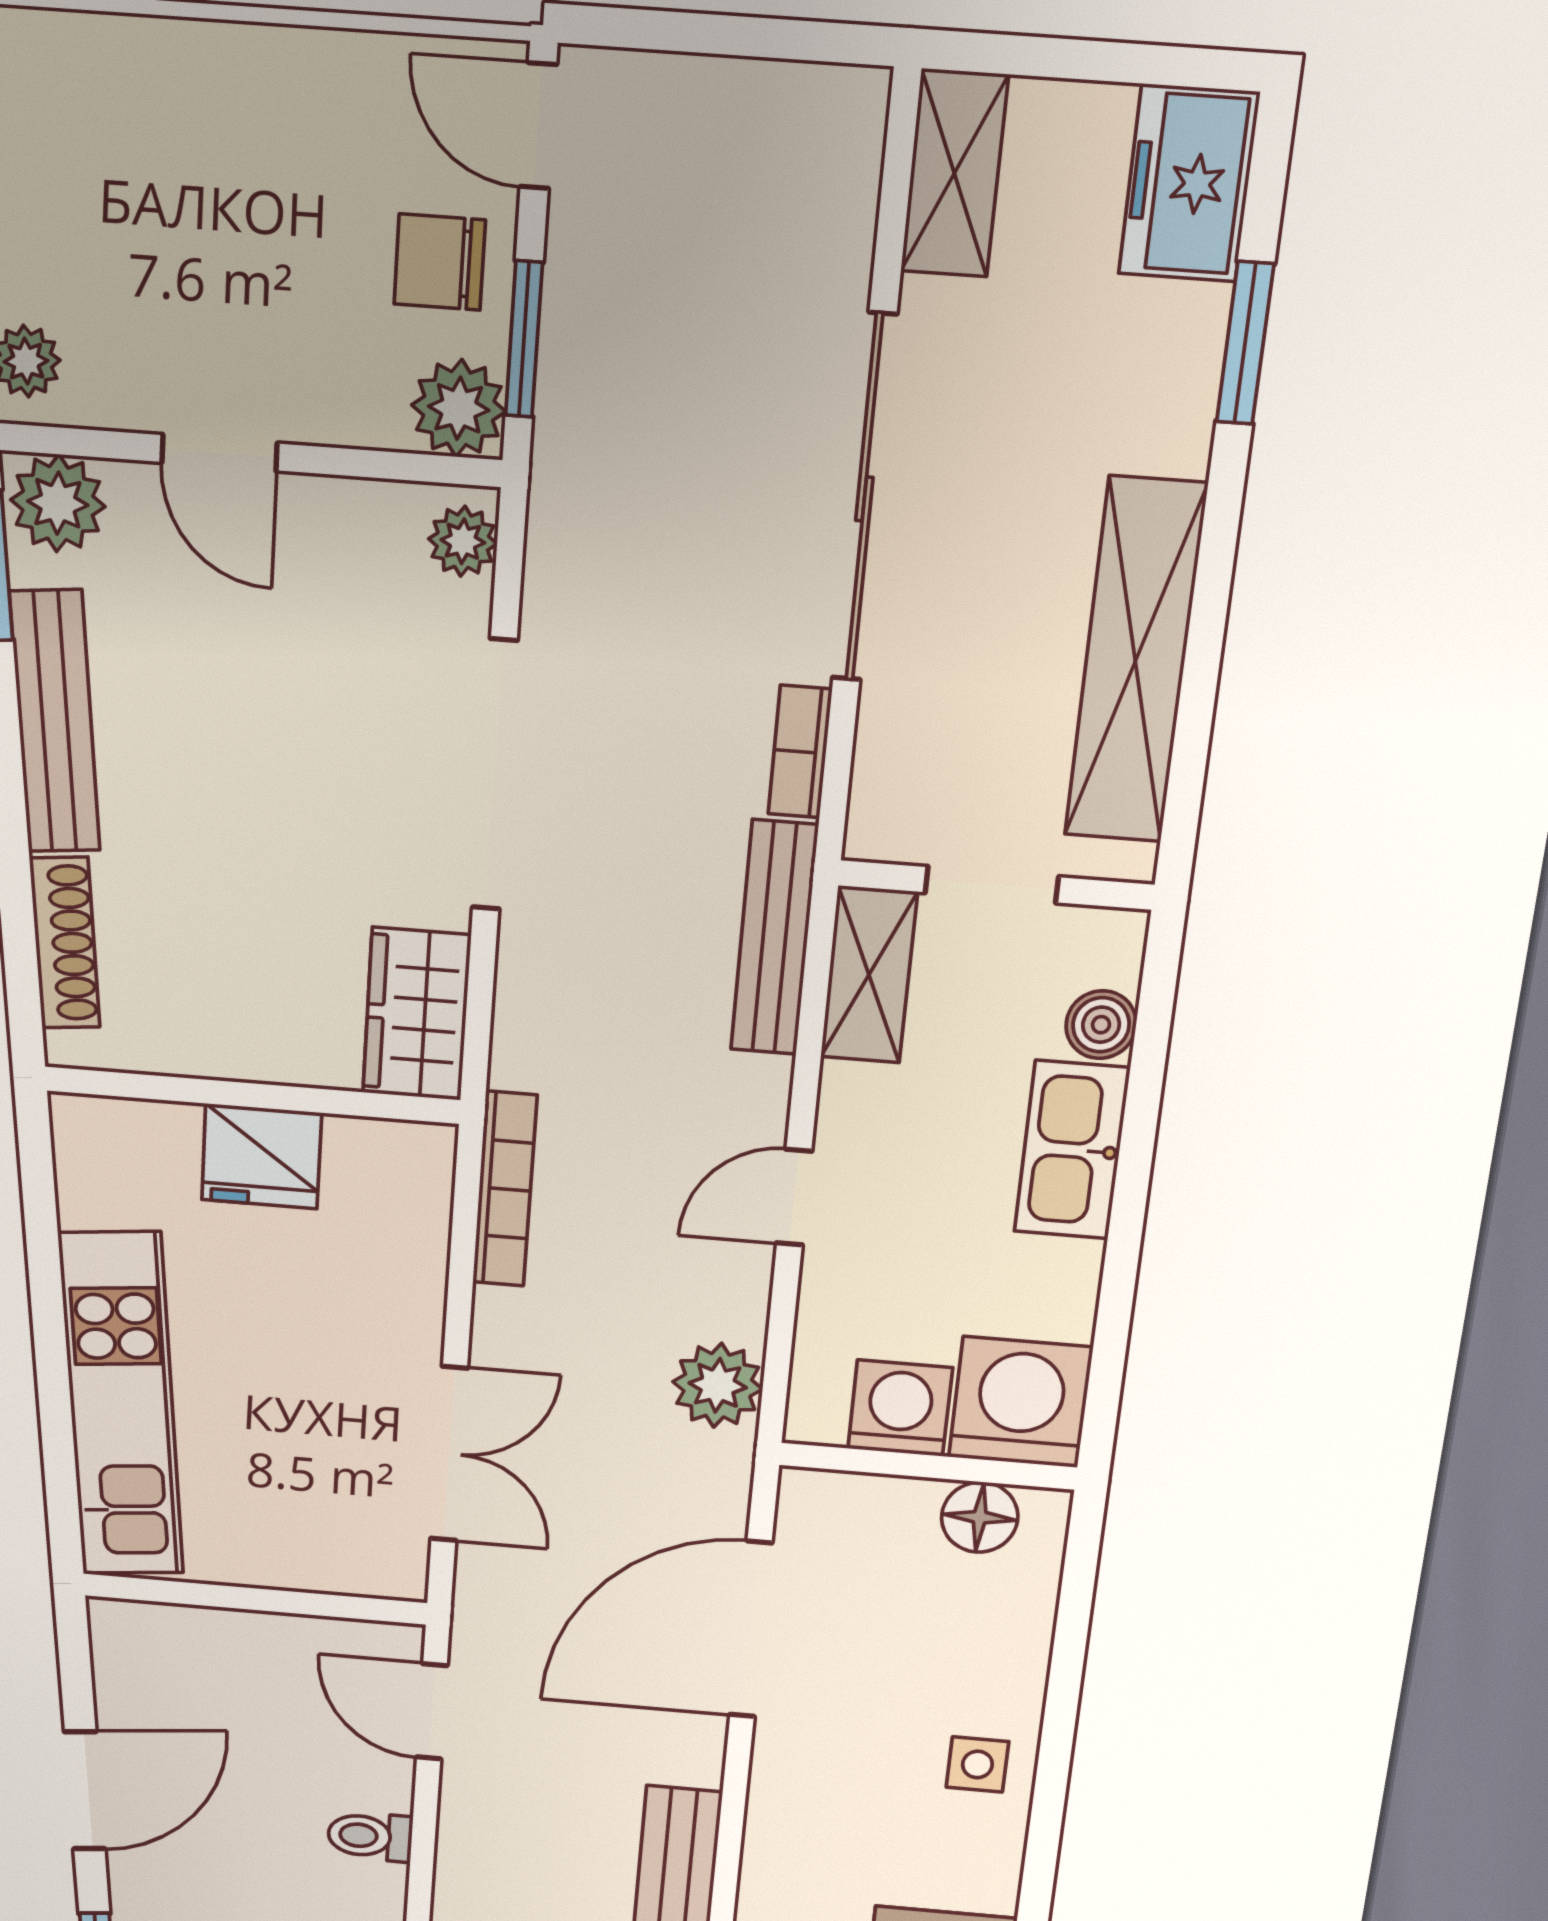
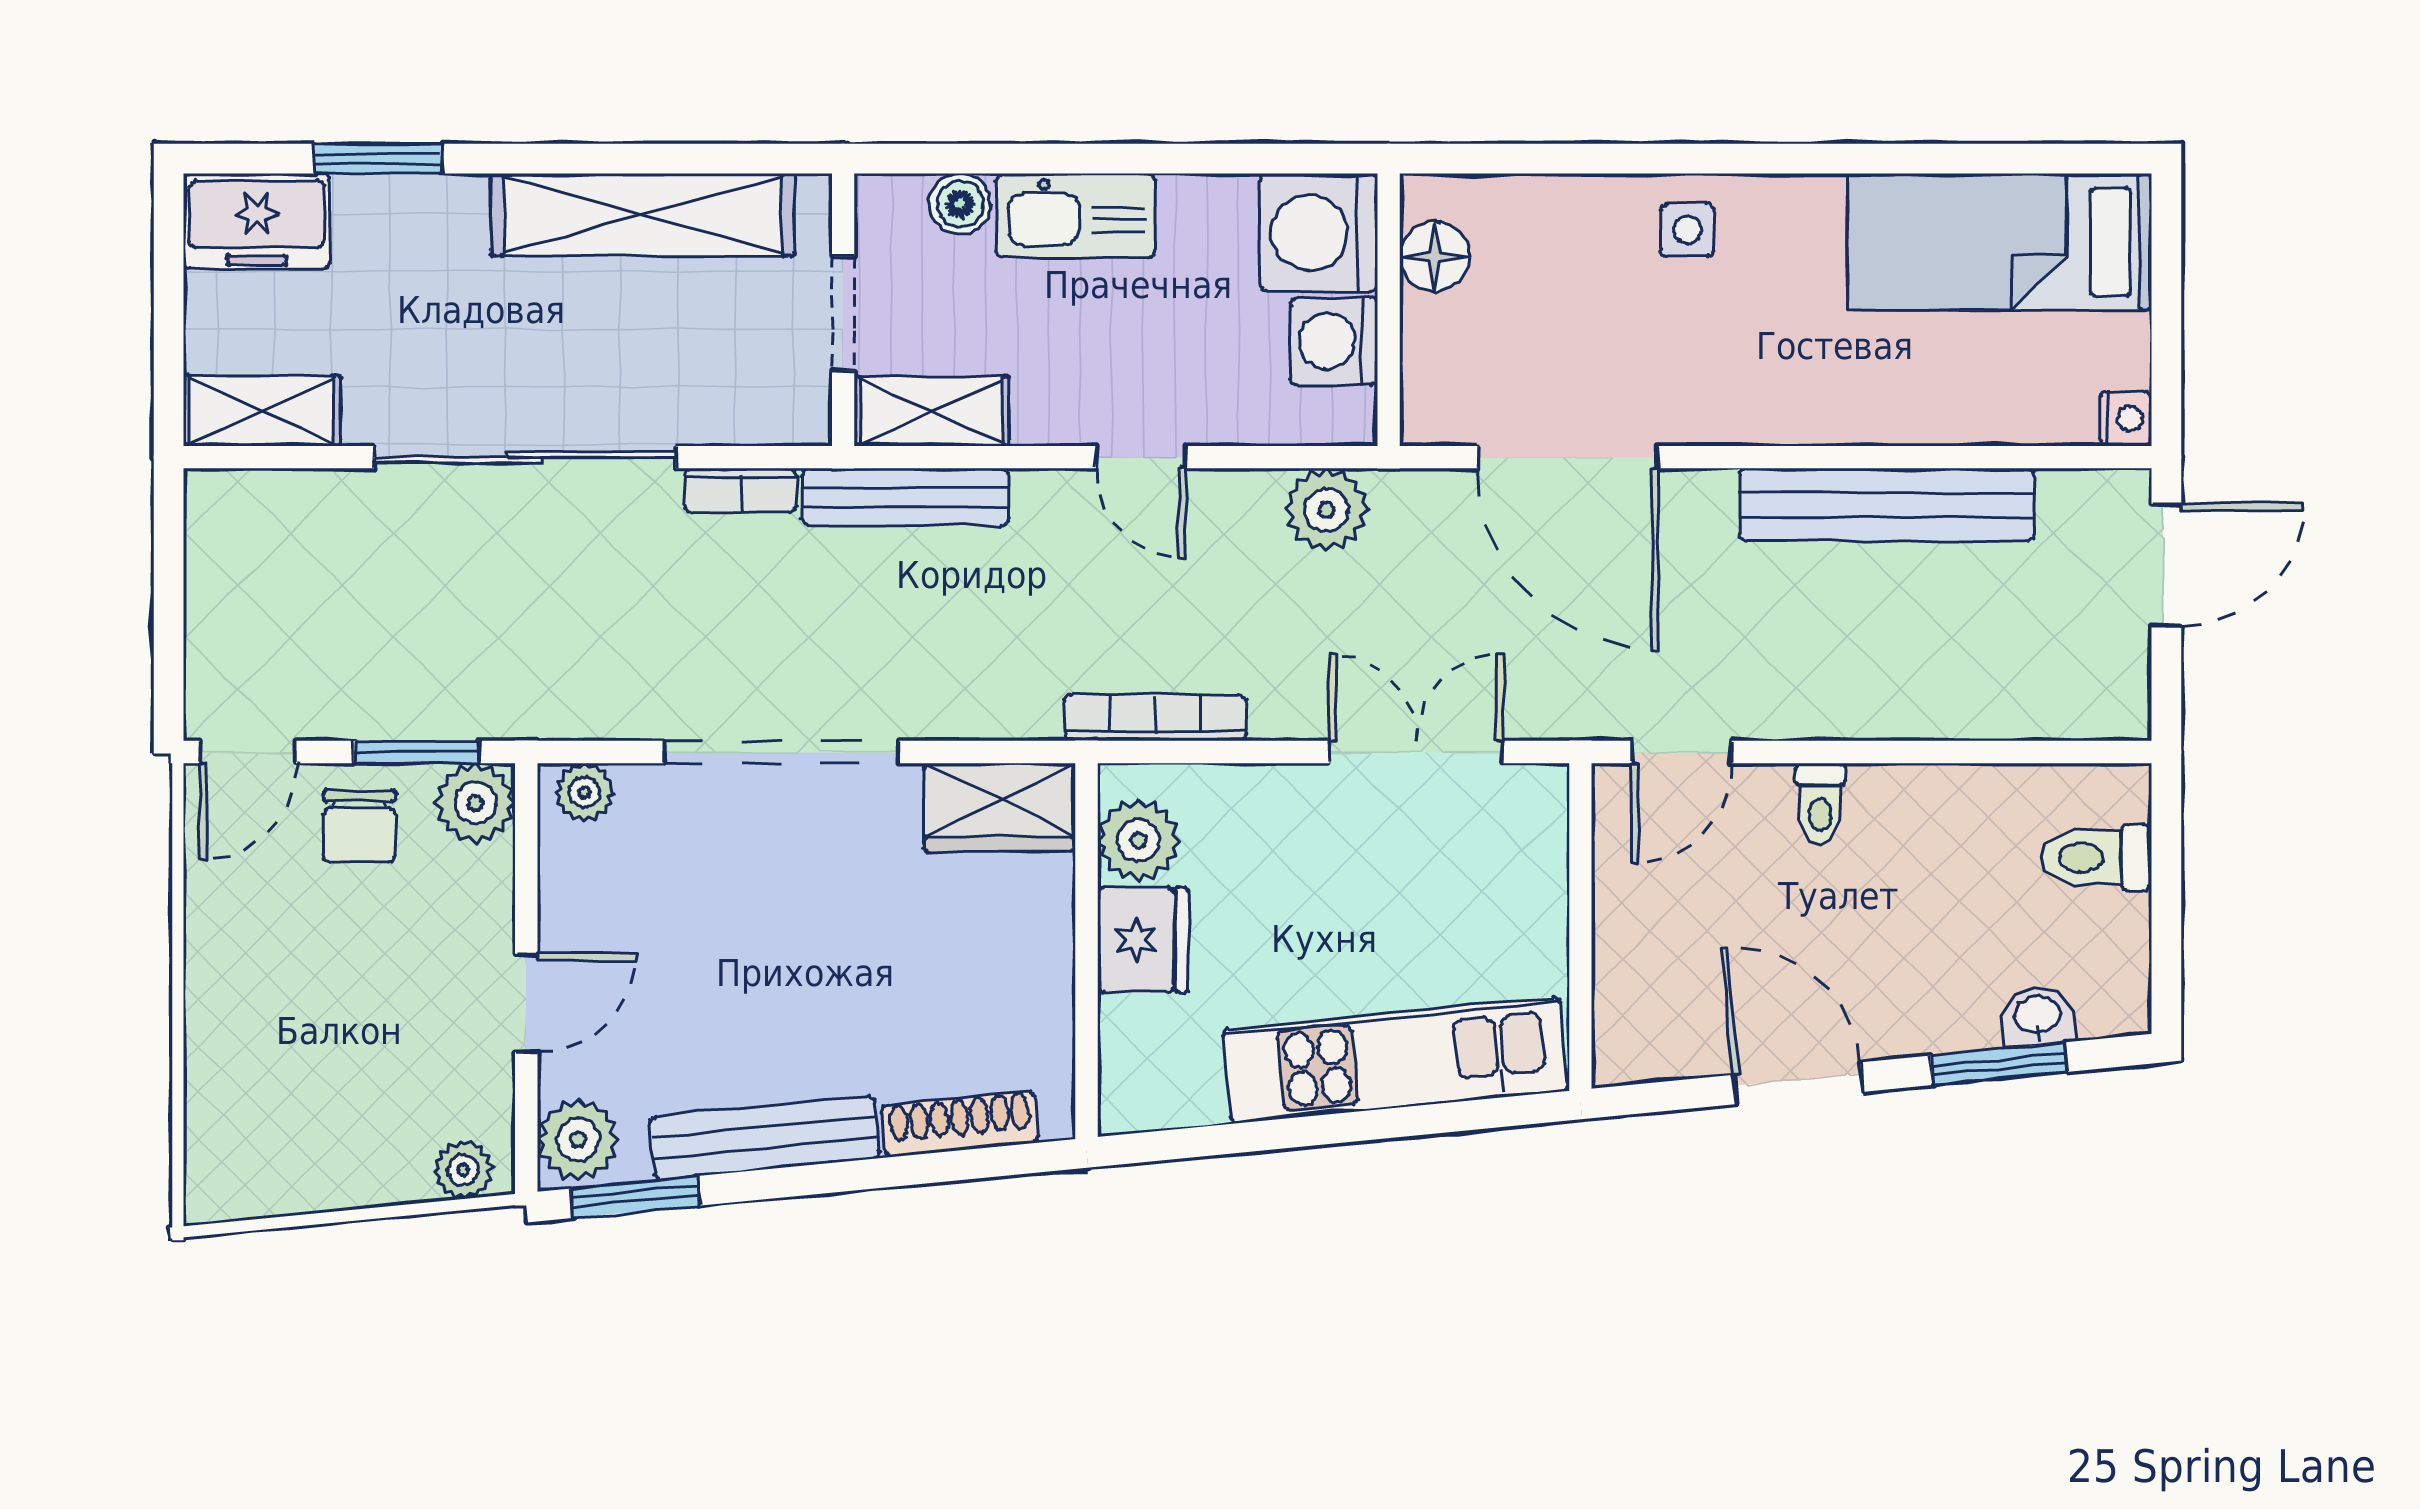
plant: (371, 1160) -> (1138, 840), added

